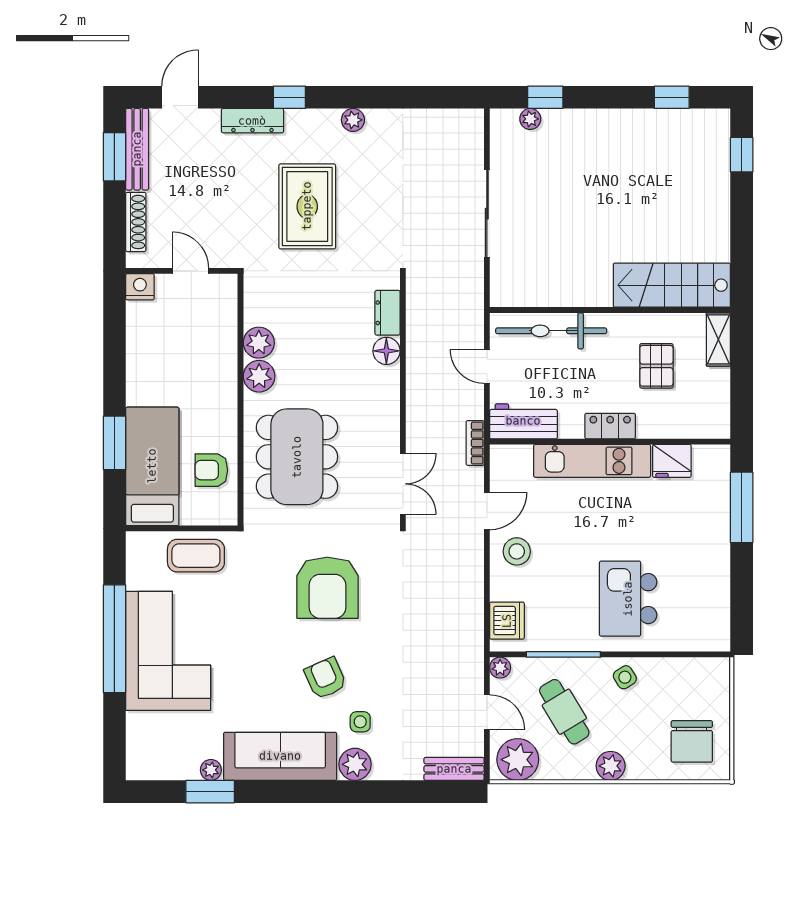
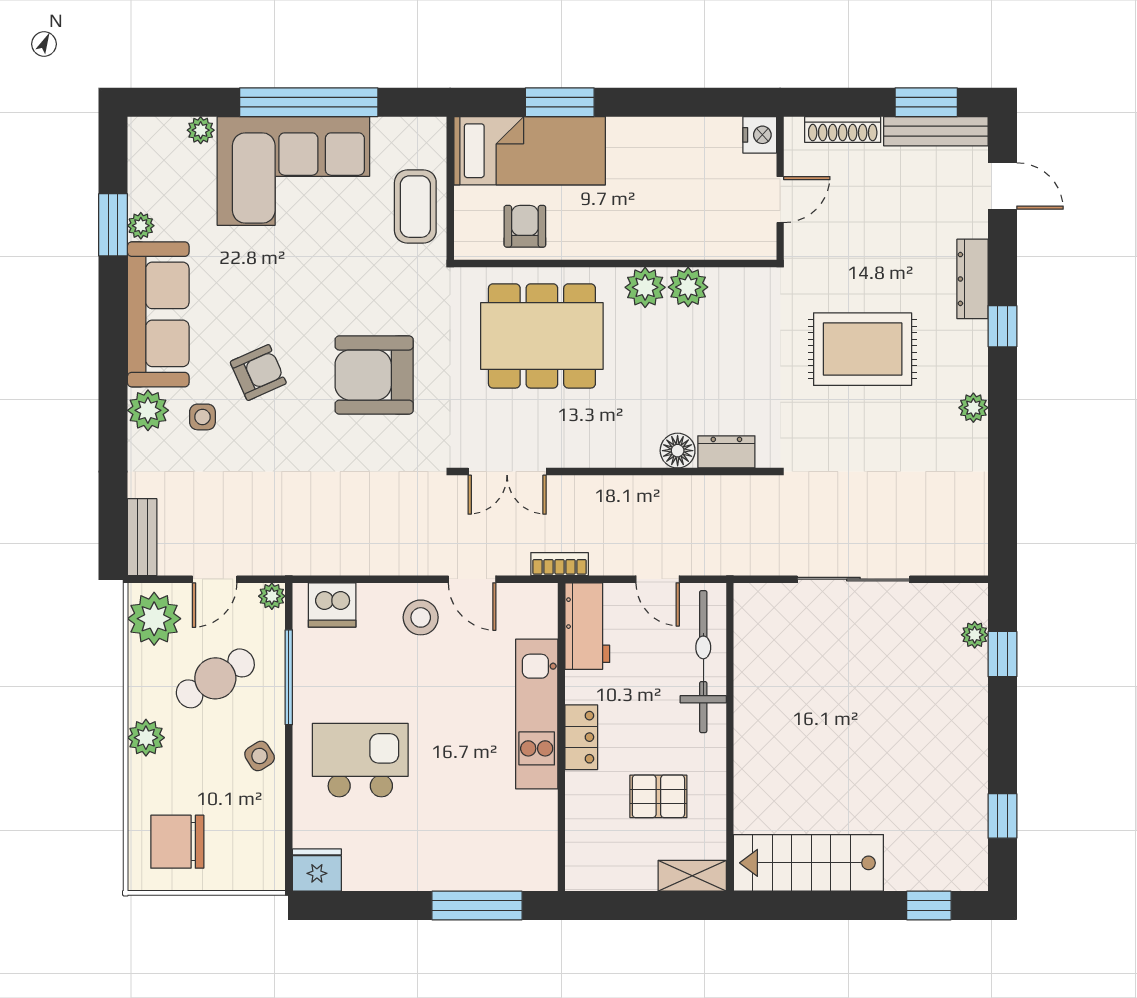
stairs: (672, 285) -> (808, 863), moved, turned -90
door: (487, 366) -> (658, 579), swing flipped
fridge: (672, 461) -> (317, 870), moved, turned 90
plant: (136, 723) -> (201, 130), added

